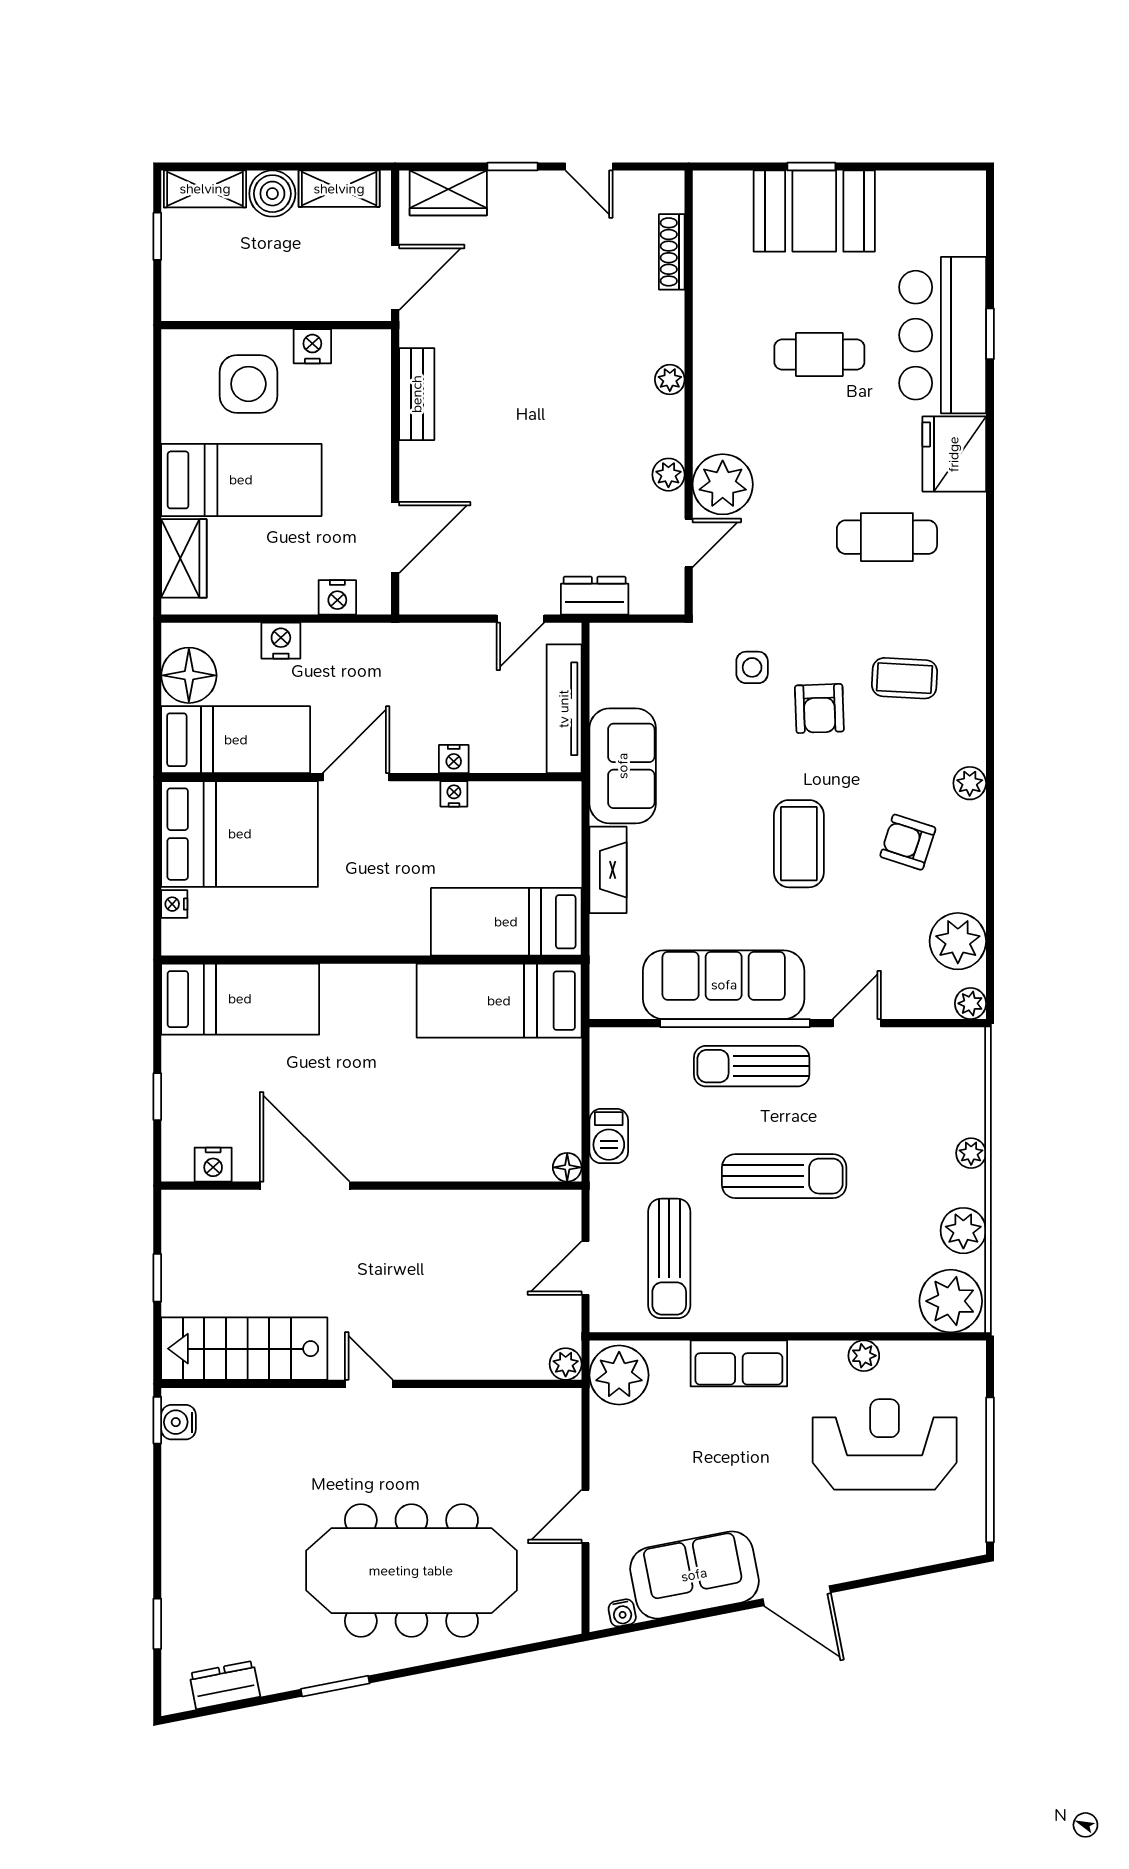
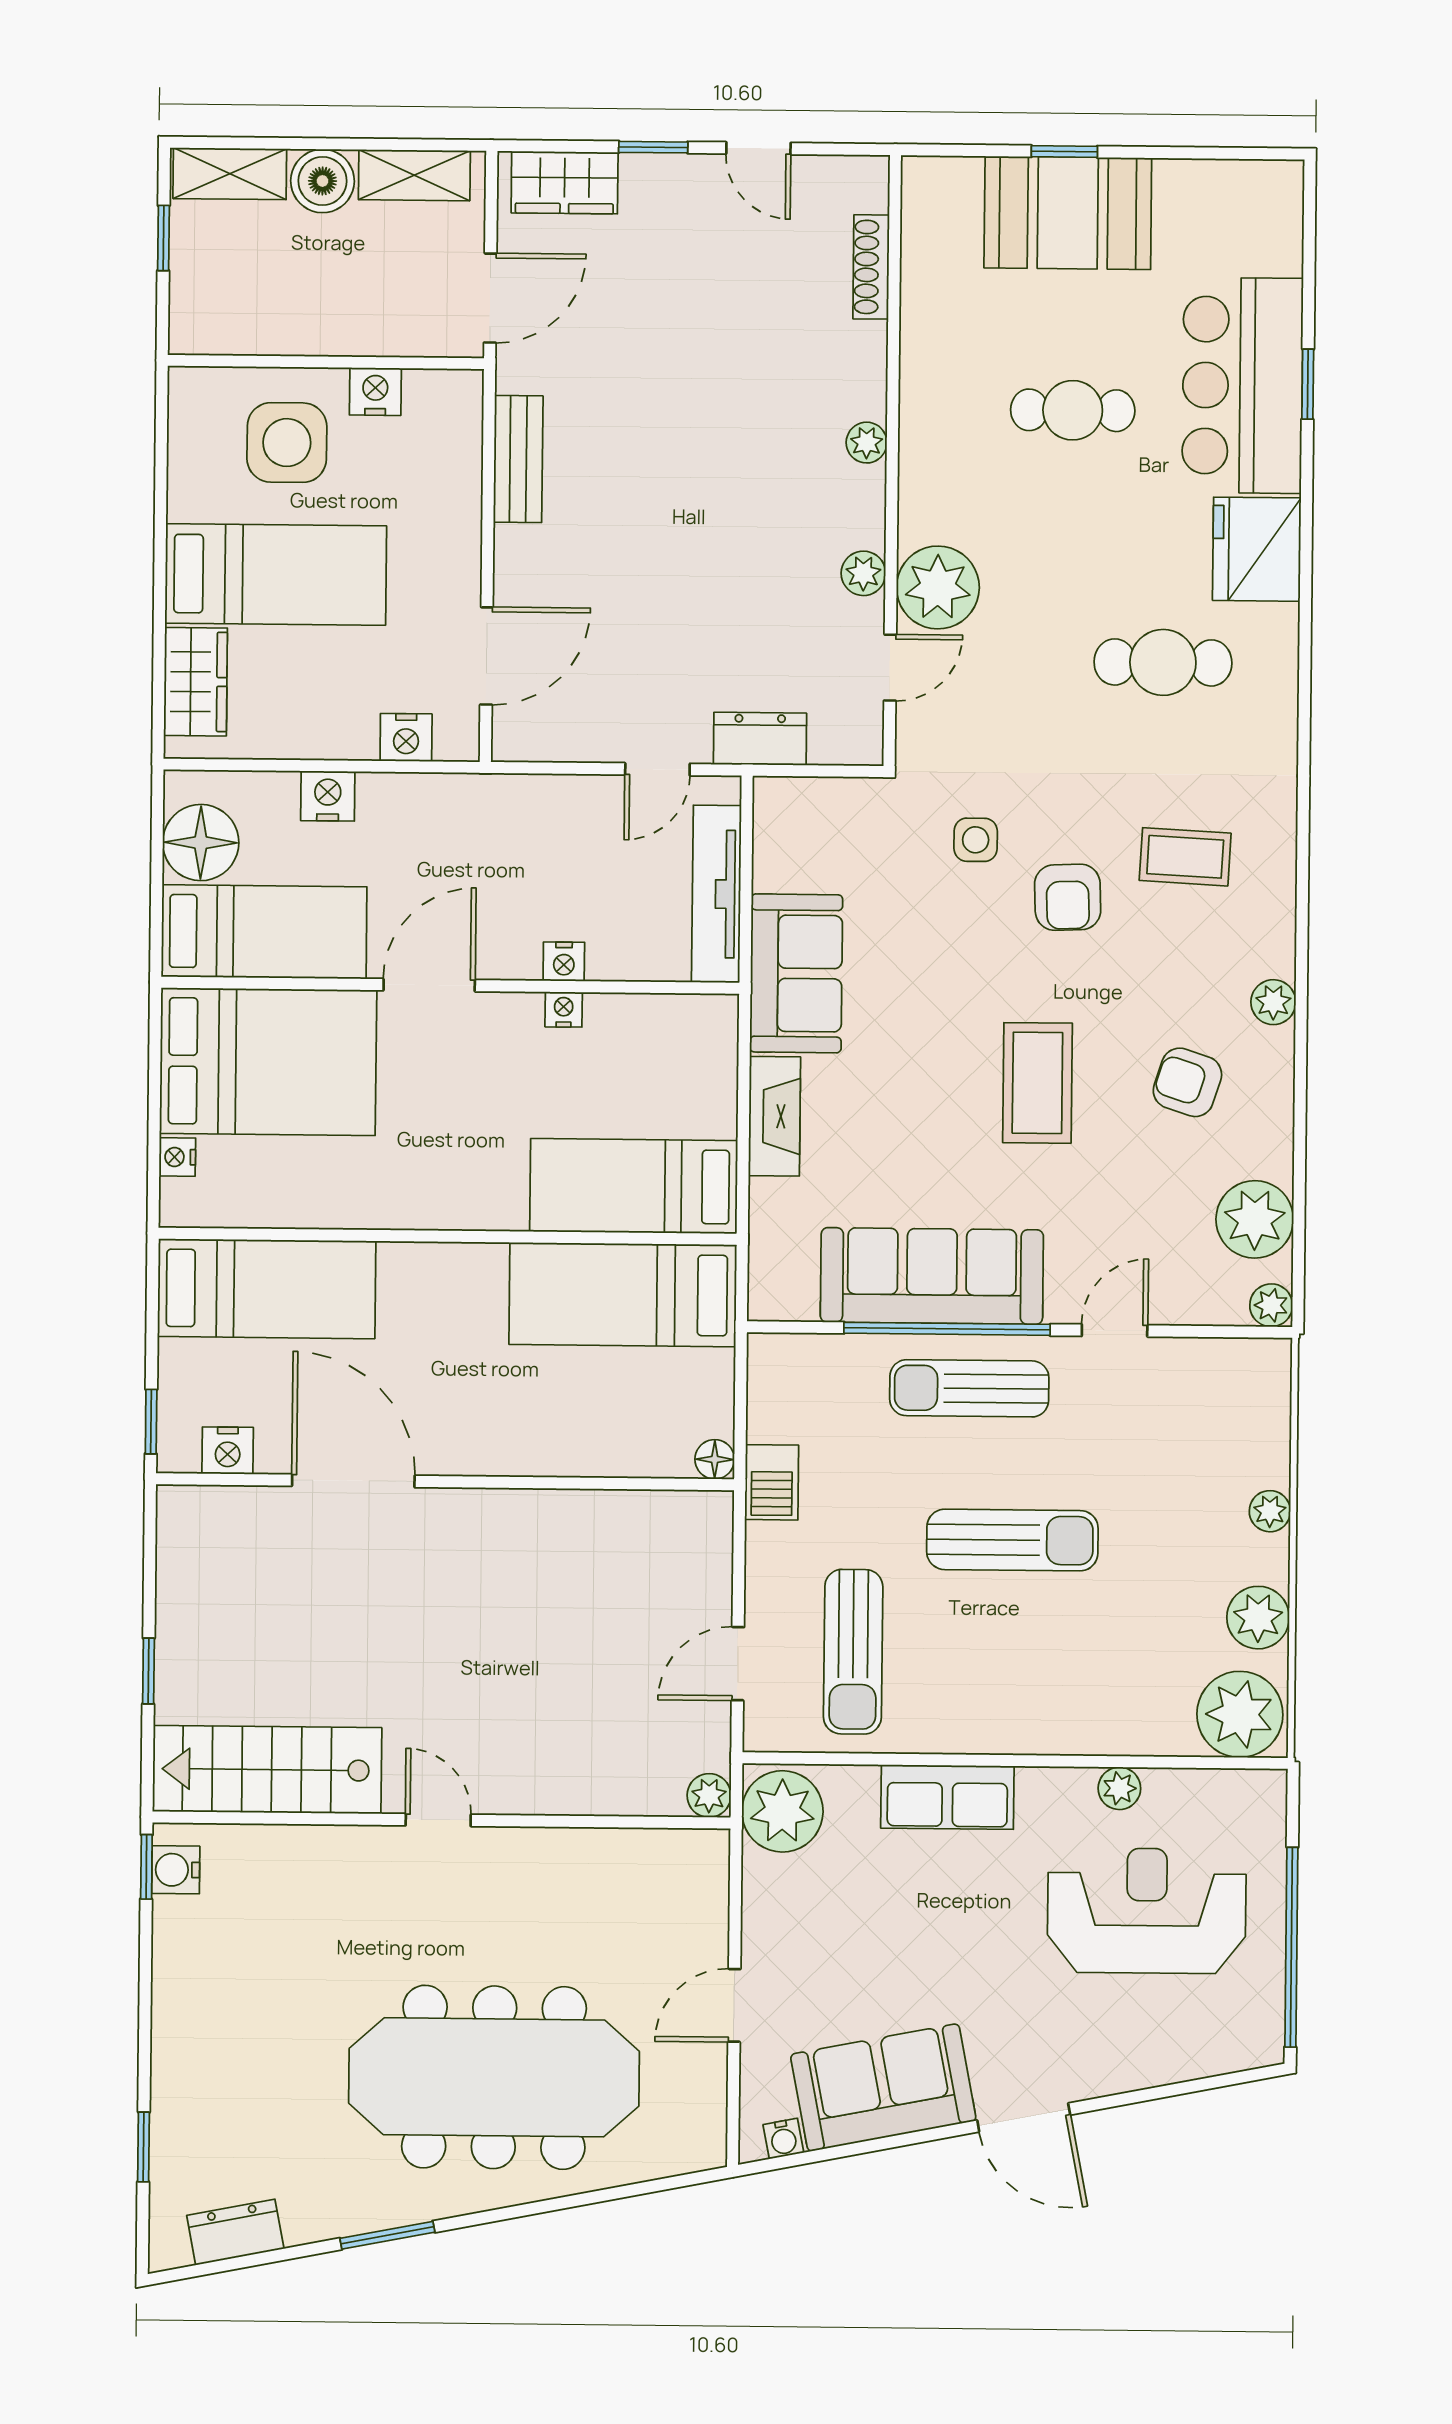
nightstand: (213, 1165) -> (228, 1451), moved
floor lamp: (567, 1167) -> (715, 1459), moved
door: (305, 1186) -> (353, 1481), moved
wall: (371, 1186) -> (445, 1482), moved

